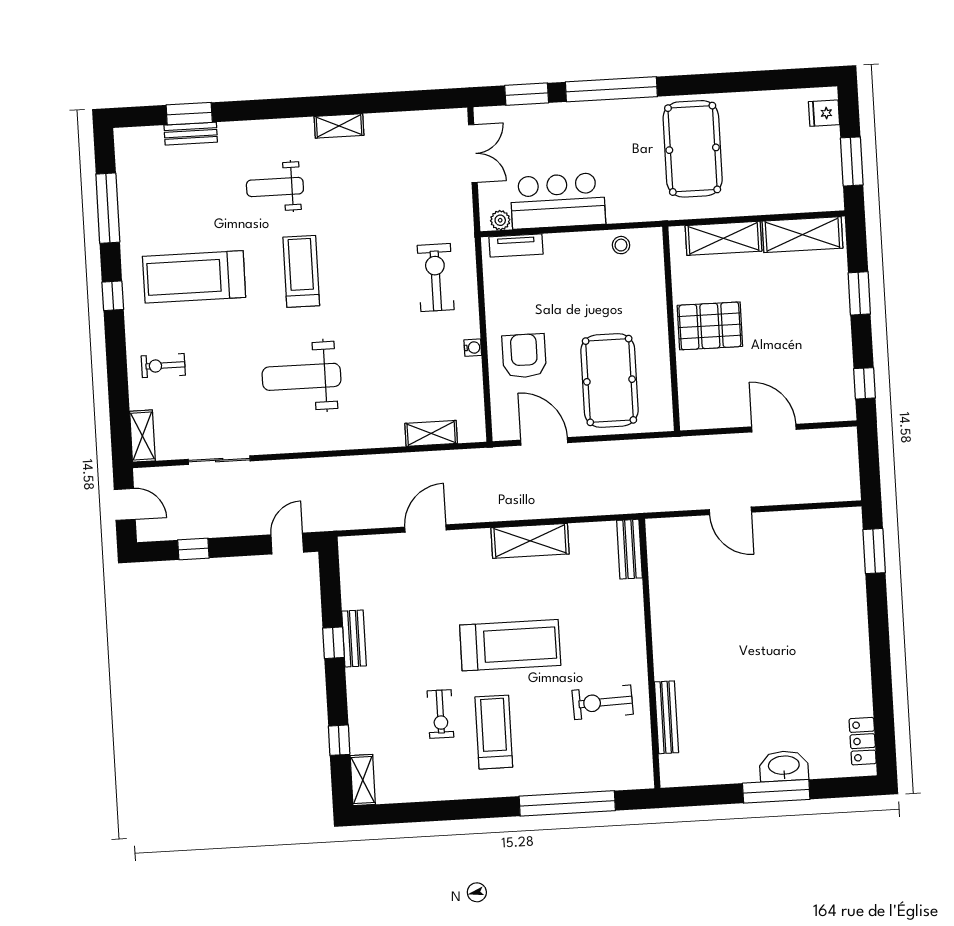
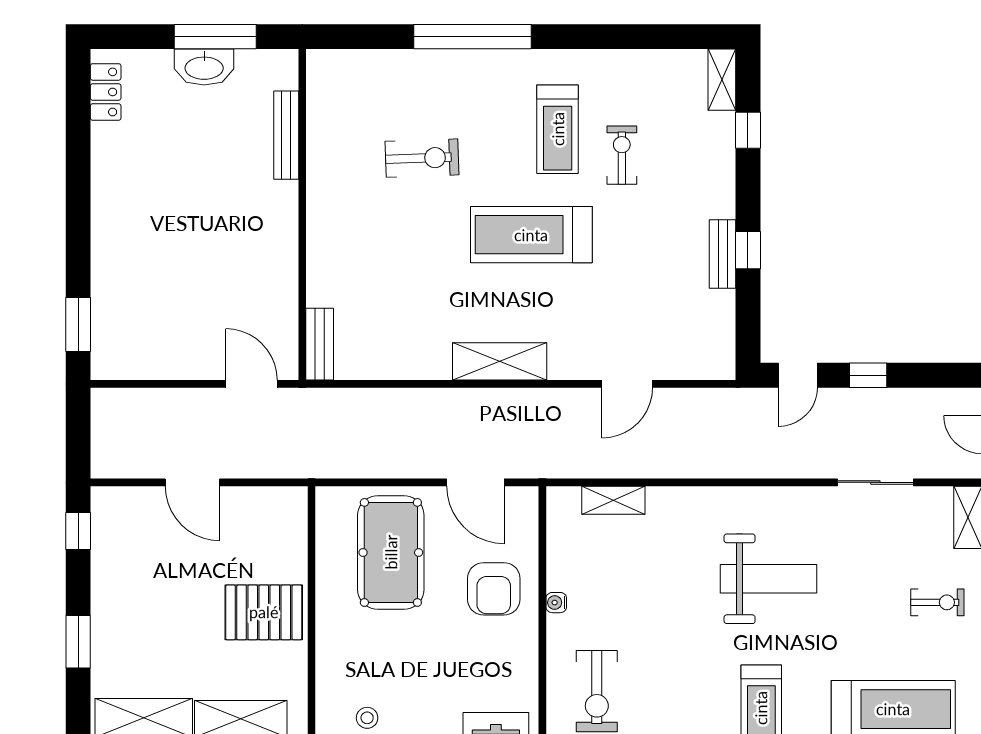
window: (193, 549) -> (868, 375), moved
bench: (629, 549) -> (320, 344), moved
wall: (650, 654) -> (302, 215), moved
bench: (667, 717) -> (286, 135), moved

